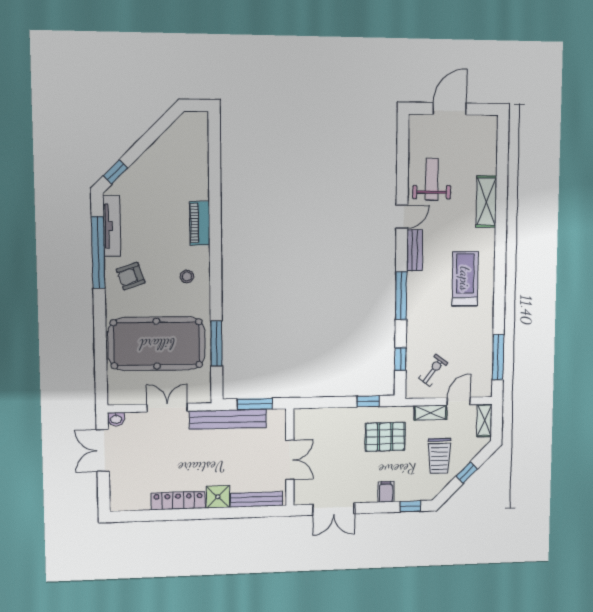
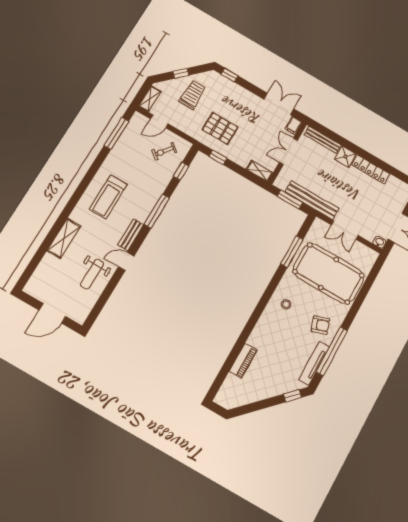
piano: (200, 223) -> (243, 361), moved
shelving: (431, 413) -> (260, 171), moved
filing cabinet: (386, 492) -> (294, 126), moved

